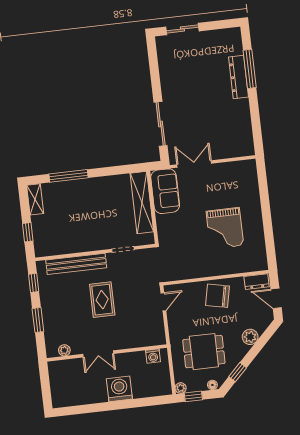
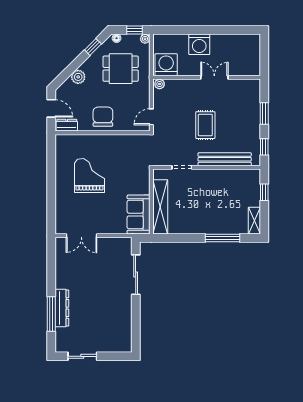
sliding door: (182, 29) -> (82, 356), moved
double door: (194, 164) -> (81, 236), moved
chair: (217, 296) -> (103, 117), turned -102
plant: (64, 350) -> (160, 84), moved
washing machine: (153, 356) -> (166, 65), width x1.89, depth x1.89

